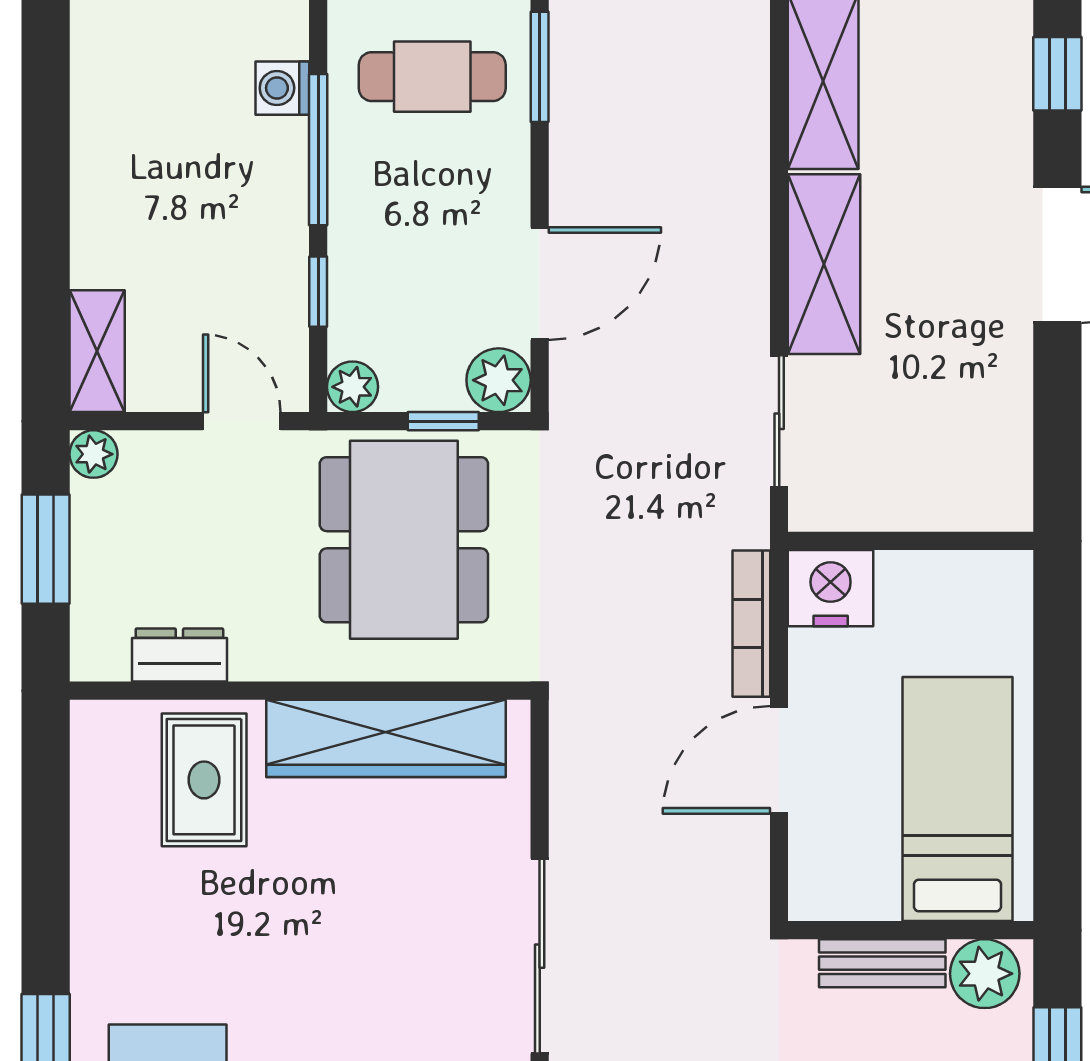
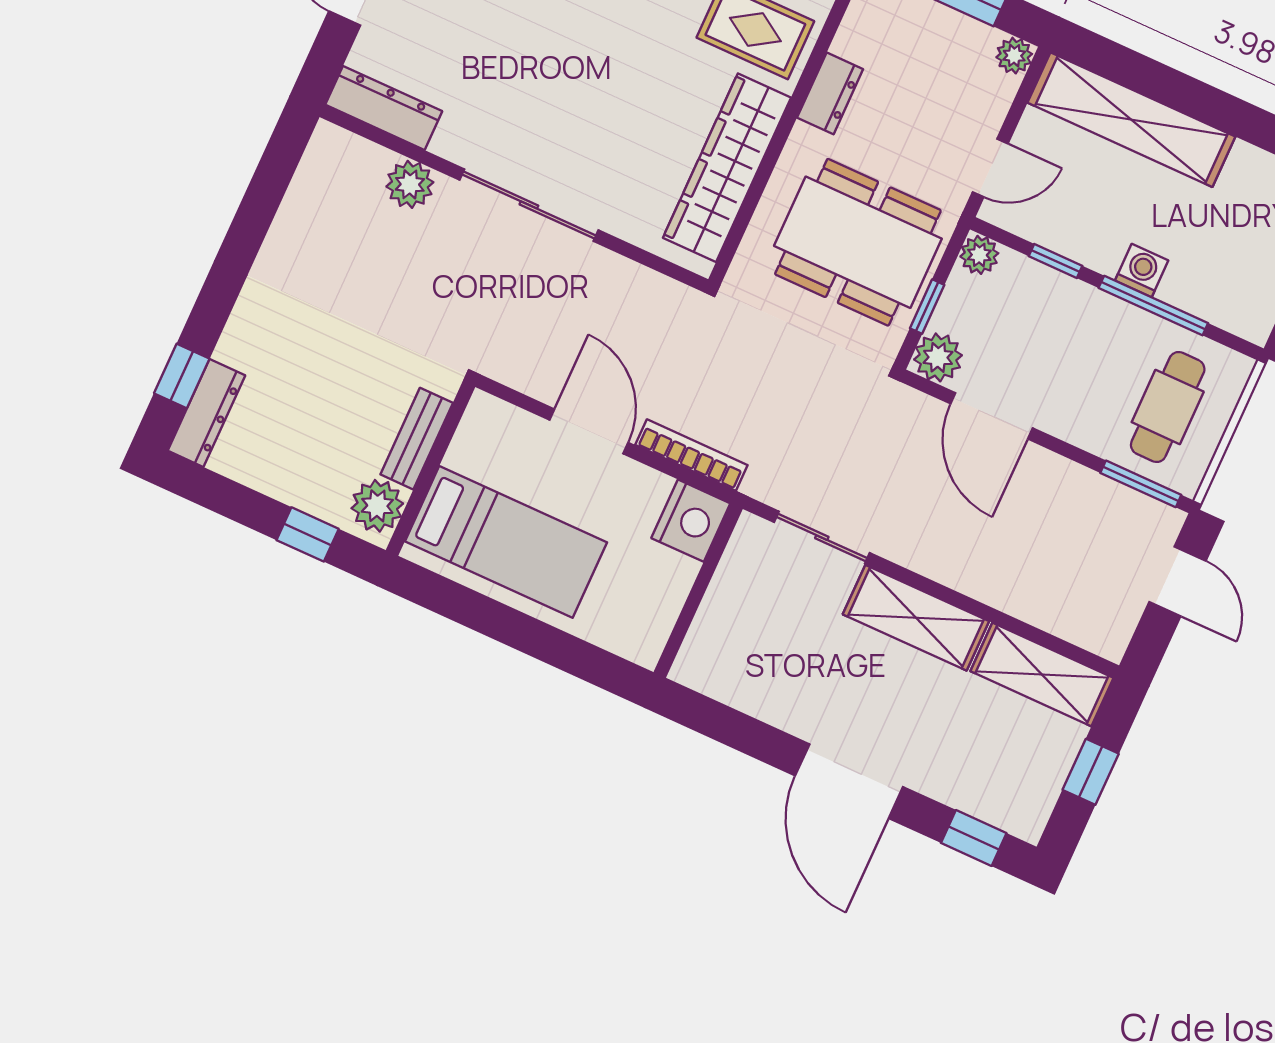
washing machine: (282, 88) -> (1142, 271), moved
shelving: (97, 351) -> (1131, 120), width x2.20, depth x1.33
dresser: (179, 655) -> (830, 93), moved

